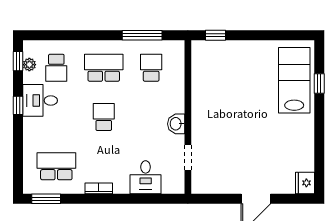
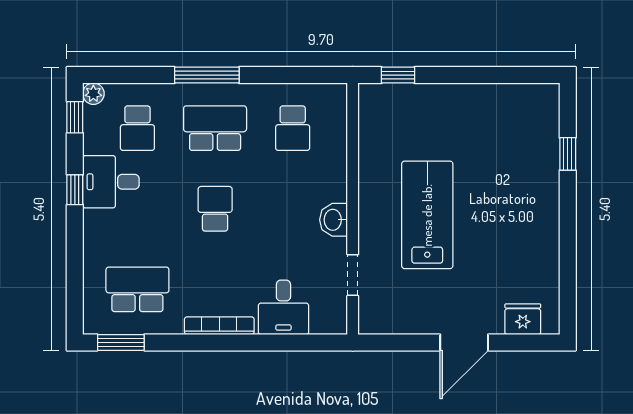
window: (142, 35) -> (207, 75), moved
plant: (29, 65) -> (93, 94), moved
school desk: (151, 68) -> (293, 128), turned 180
lab bench: (294, 80) -> (427, 215), moved
fridge: (305, 183) -> (523, 319), moved, turned 90
bookcase: (99, 188) -> (219, 326), width x1.56

